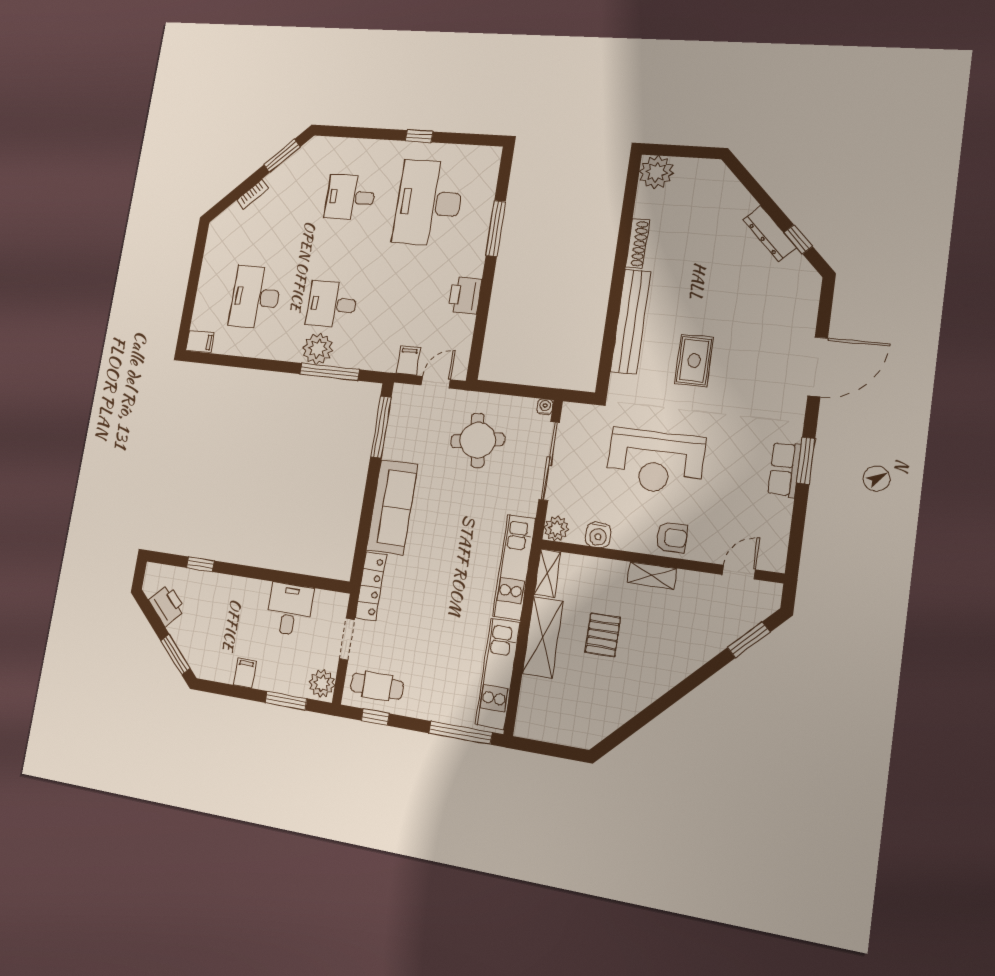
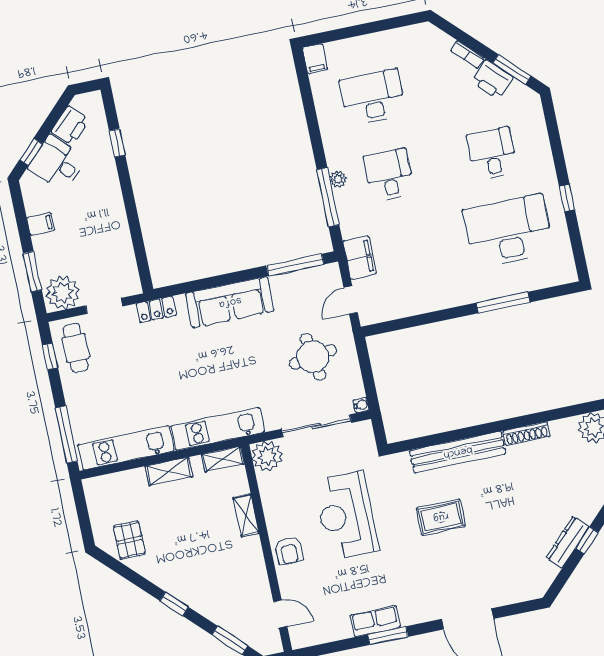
window: (798, 239) -> (587, 540), moved
printer: (465, 295) -> (492, 80), moved, turned -135
plant: (318, 349) -> (338, 179), width x0.53, depth x0.53
filing cabinet: (408, 360) -> (360, 258), width x2.00
door: (436, 382) -> (351, 300), swing flipped
plant: (556, 529) -> (267, 456), width x1.36, depth x1.36
water cooler: (598, 535) -> (270, 490), removed
shelving: (652, 576) -> (246, 515), moved
locker: (371, 586) -> (156, 309), width x0.66
desk: (289, 609) -> (57, 163), moved, turned -135
pallet: (603, 635) -> (129, 540), moved, turned 90
shelving: (543, 637) -> (169, 471), width x0.67, depth x0.75
window: (175, 655) -> (31, 152), width x0.67
plant: (322, 684) -> (63, 293), width x1.36, depth x1.36
window: (685, 687) -> (174, 604), added

